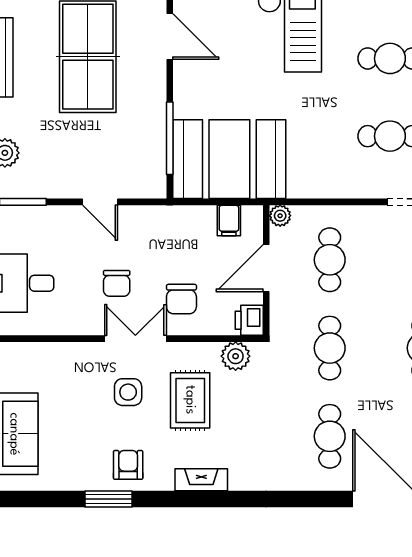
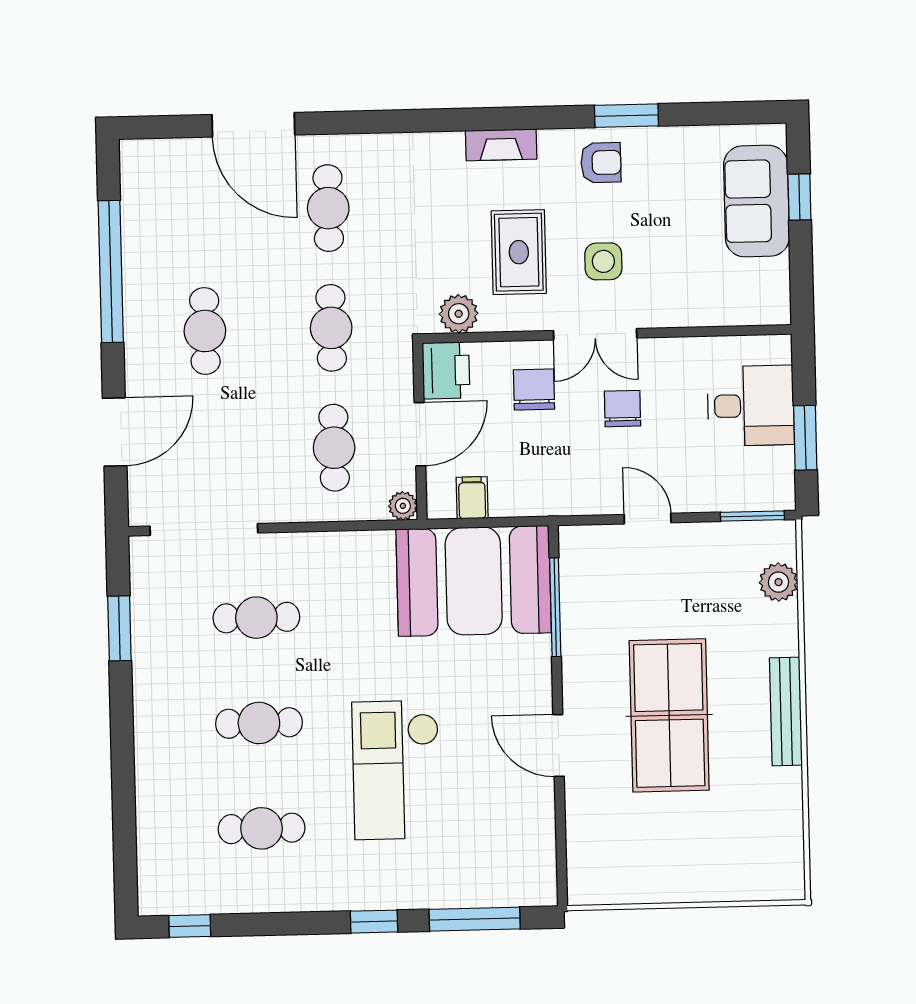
printer: (249, 320) -> (446, 370), width x1.36, depth x1.24
armchair: (128, 465) -> (601, 163), turned -90

